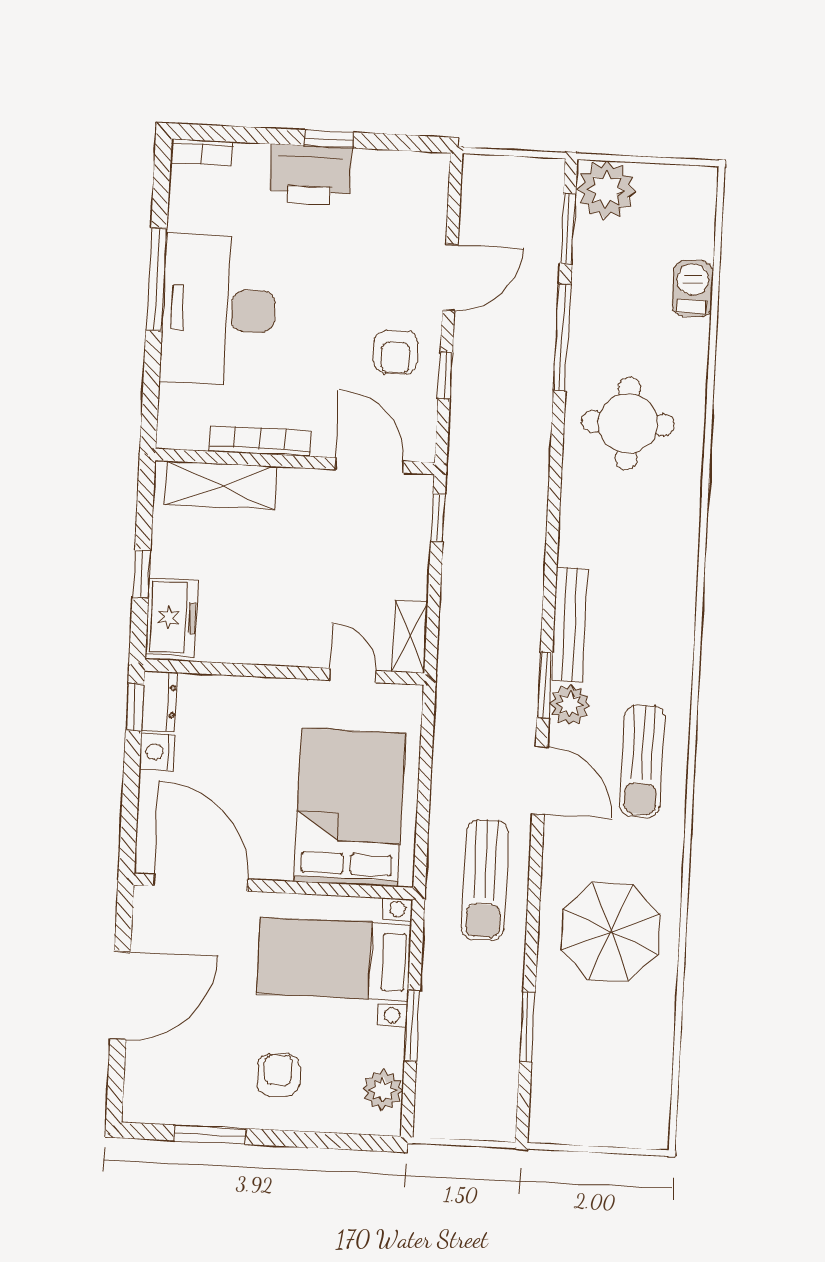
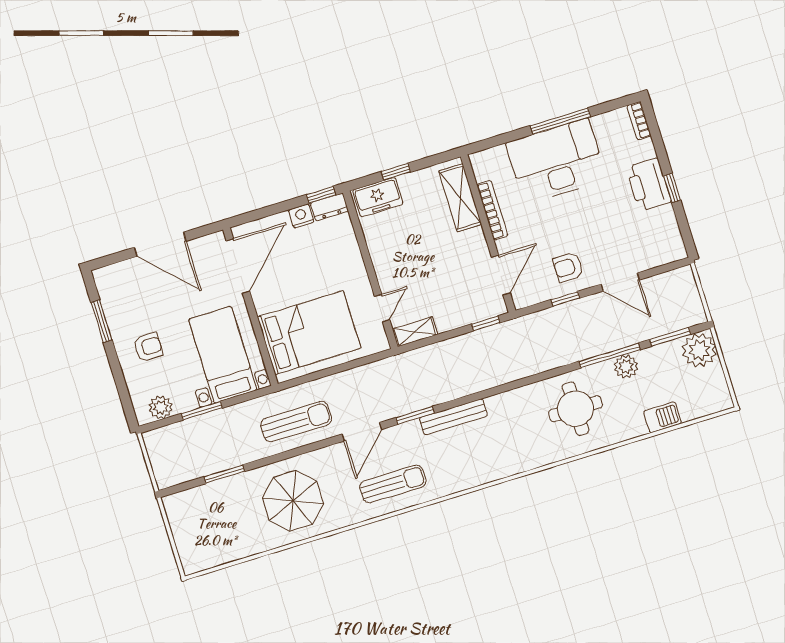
plant: (570, 705) -> (626, 367), moved
sun lounger: (642, 761) -> (393, 484), turned 180
sun lounger: (485, 880) -> (296, 422), turned 180

